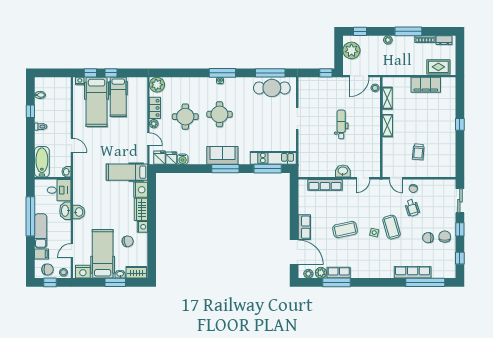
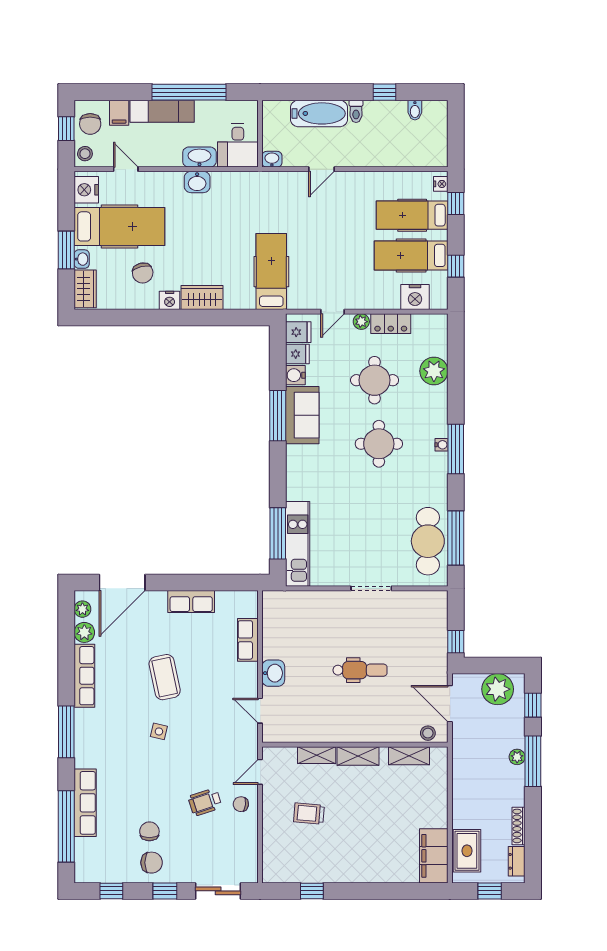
window: (408, 31) -> (533, 761), moved
window: (460, 55) -> (490, 891), added
window: (111, 73) -> (456, 266), moved
plant: (157, 85) -> (434, 371), moved
filing cabinet: (426, 85) -> (434, 856), moved
hospital bed: (97, 102) -> (412, 215), width x0.73, depth x0.78
window: (460, 124) -> (312, 891), moved
shelving: (387, 148) -> (317, 755), added
sofa: (222, 155) -> (302, 415), moved
bathtub: (42, 162) -> (319, 113), moved
window: (225, 169) -> (278, 416), moved
row of seats: (325, 185) -> (248, 640), width x0.68
nightstand: (141, 190) -> (415, 297), moved
row of seats: (304, 227) -> (191, 601), moved
coffee table: (392, 227) -> (169, 764), removed
row of seats: (339, 273) -> (84, 676), width x1.48
window: (336, 282) -> (66, 732), moved

